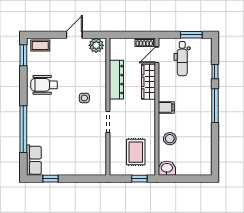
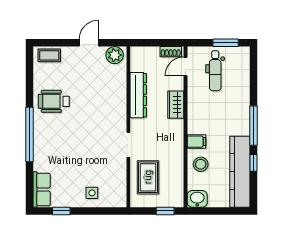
window: (23, 55) -> (30, 67), removed
window: (215, 72) -> (253, 163), moved
wardrobe: (148, 82) -> (176, 105), width x0.67
side table: (84, 98) -> (92, 193), moved
filing cabinet: (166, 107) -> (196, 142), moved
window: (23, 129) -> (30, 135), moved
kitchen counter: (203, 145) -> (240, 172), added
rug: (136, 152) -> (148, 177), moved

